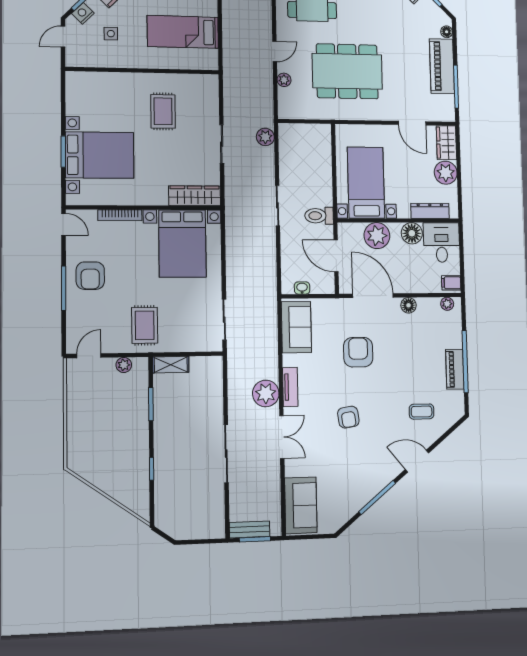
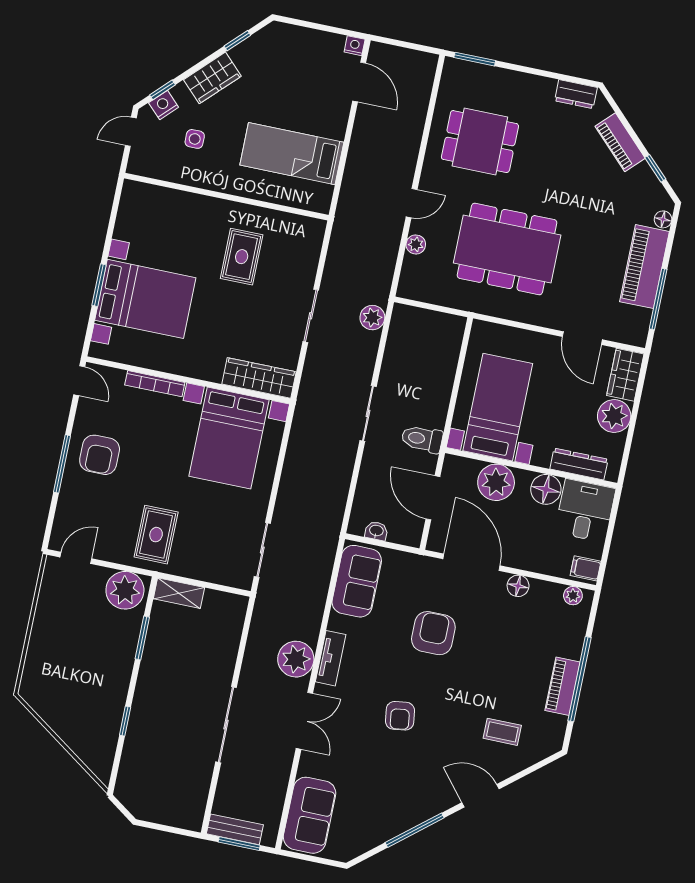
plant: (124, 365) -> (125, 590), width x1.87, depth x1.87

